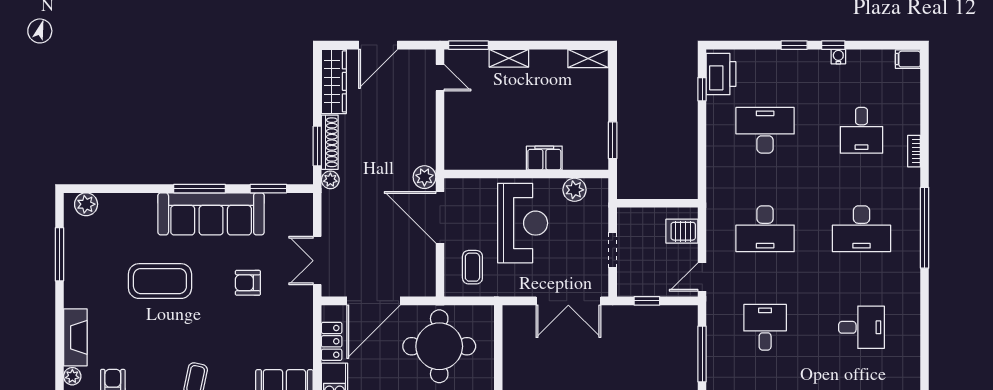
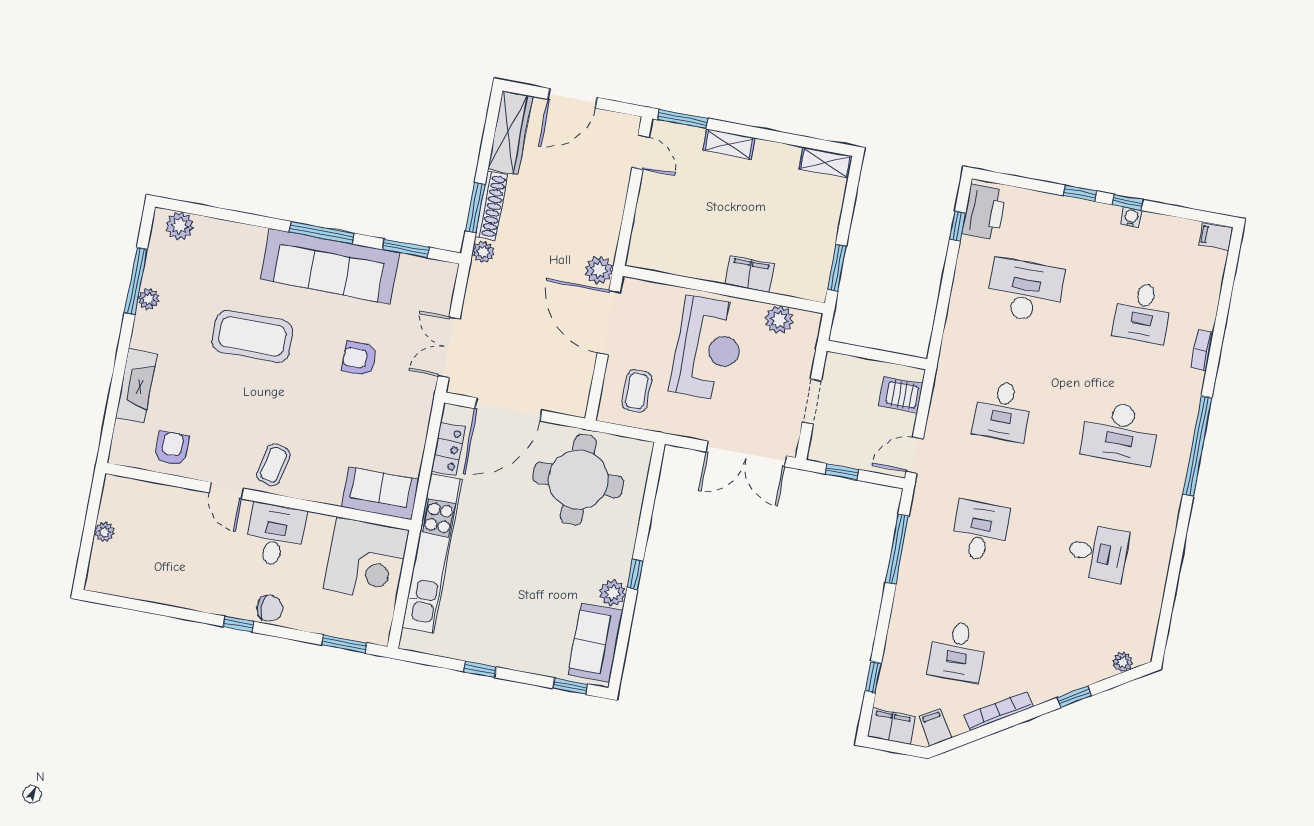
desk: (765, 229) -> (1003, 411), width x0.73
plant: (72, 376) -> (149, 299), moved

